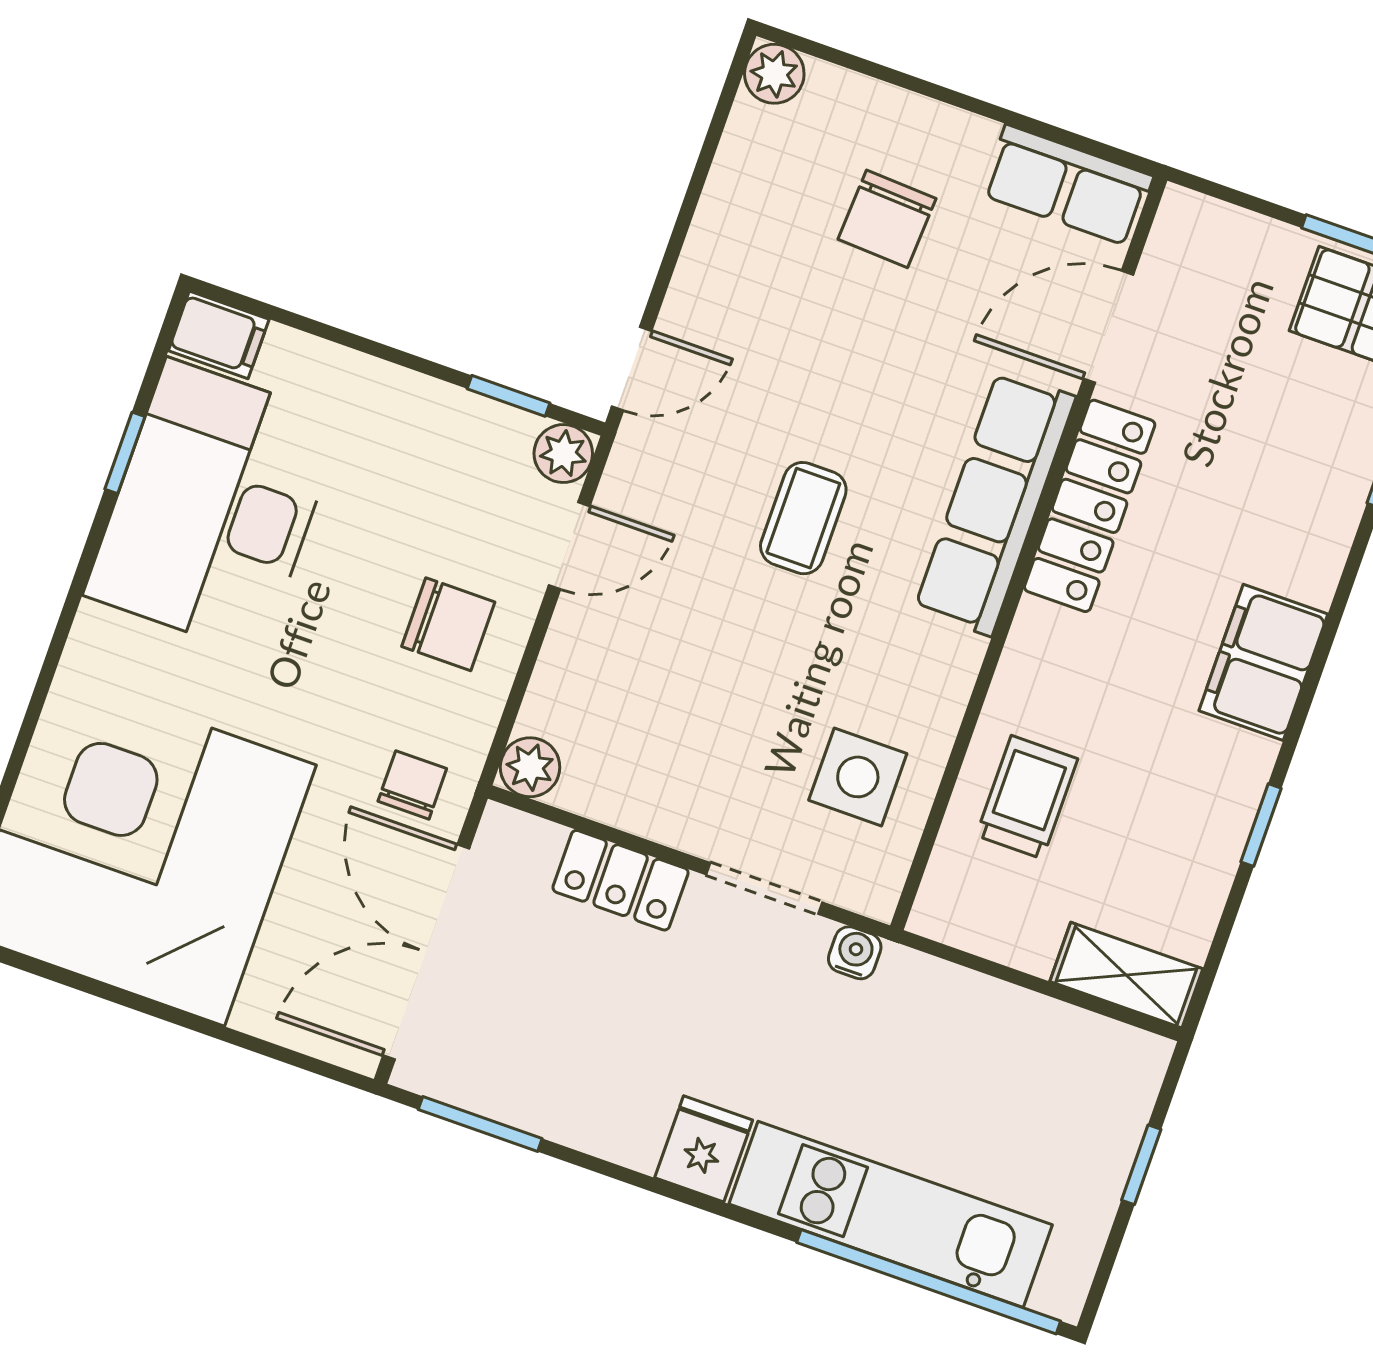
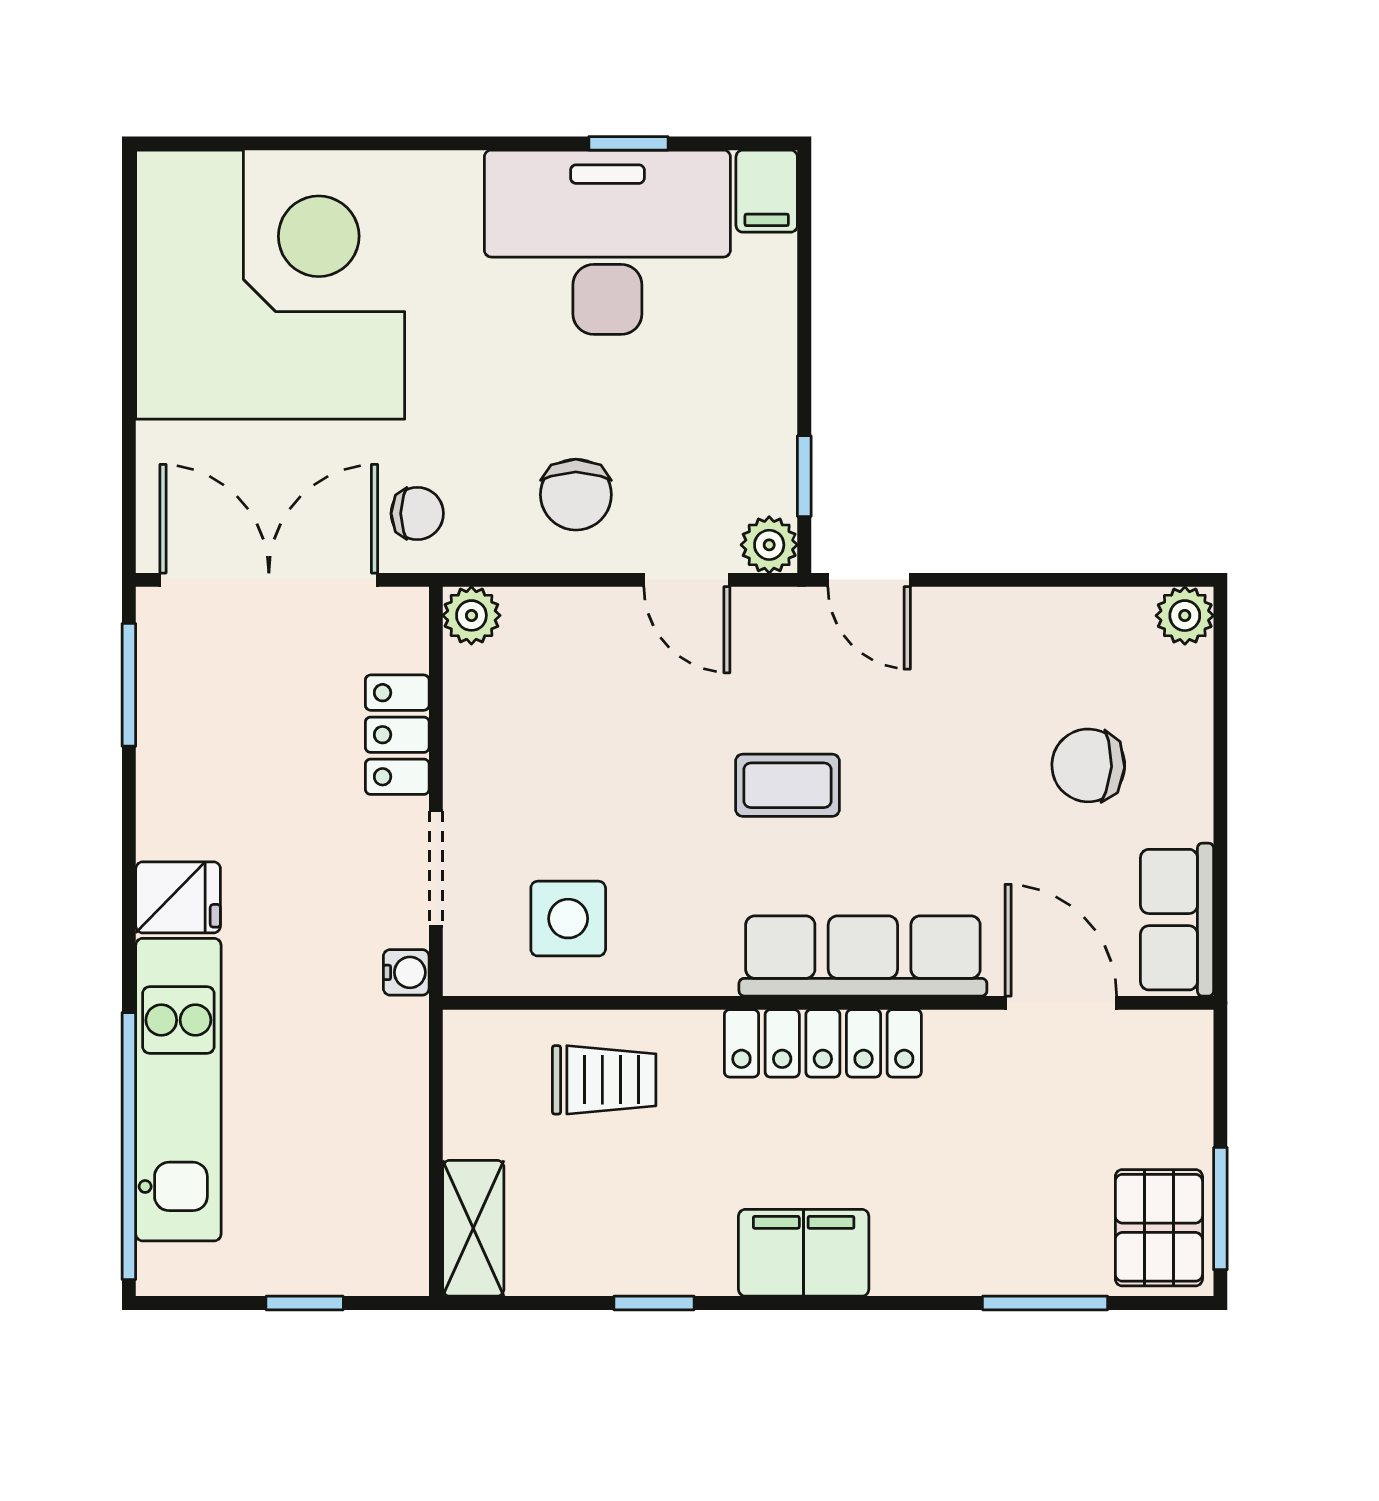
locker: (1090, 506) -> (823, 1043), moved

